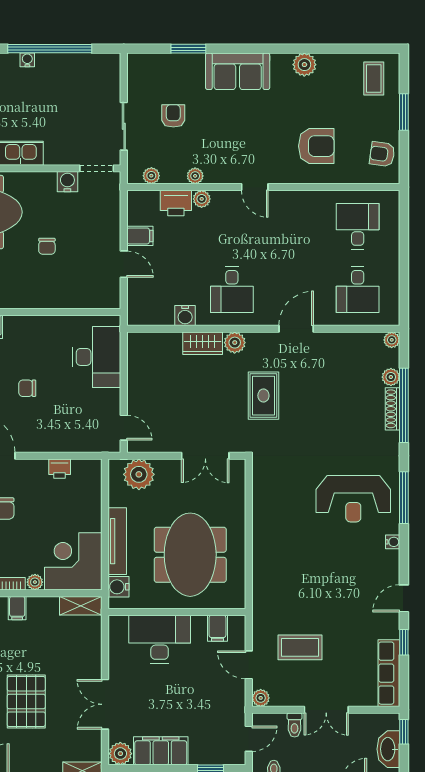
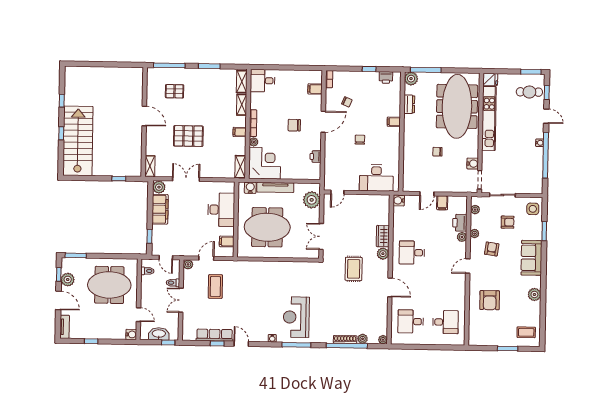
side table: (148, 70) -> (533, 209), added
armchair: (382, 154) -> (492, 249), moved
water cooler: (185, 315) -> (399, 200), moved
rug: (263, 396) -> (354, 269), turned 90
row of seats: (389, 673) -> (215, 335), moved

